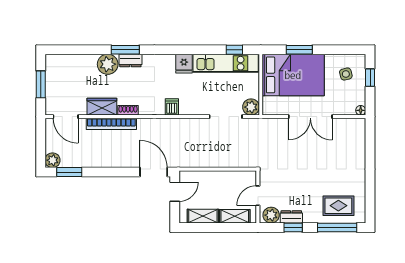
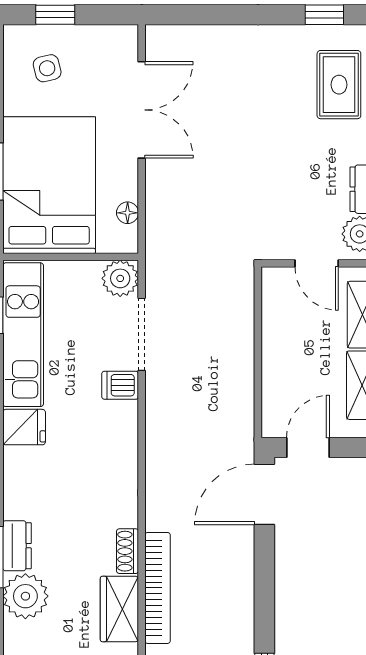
dishwasher: (172, 107) -> (120, 385), moved
floor lamp: (361, 110) -> (128, 213), moved
double door: (310, 117) -> (142, 110), moved
door: (175, 192) -> (308, 448), hinge flipped
window: (370, 199) -> (324, 15), added

